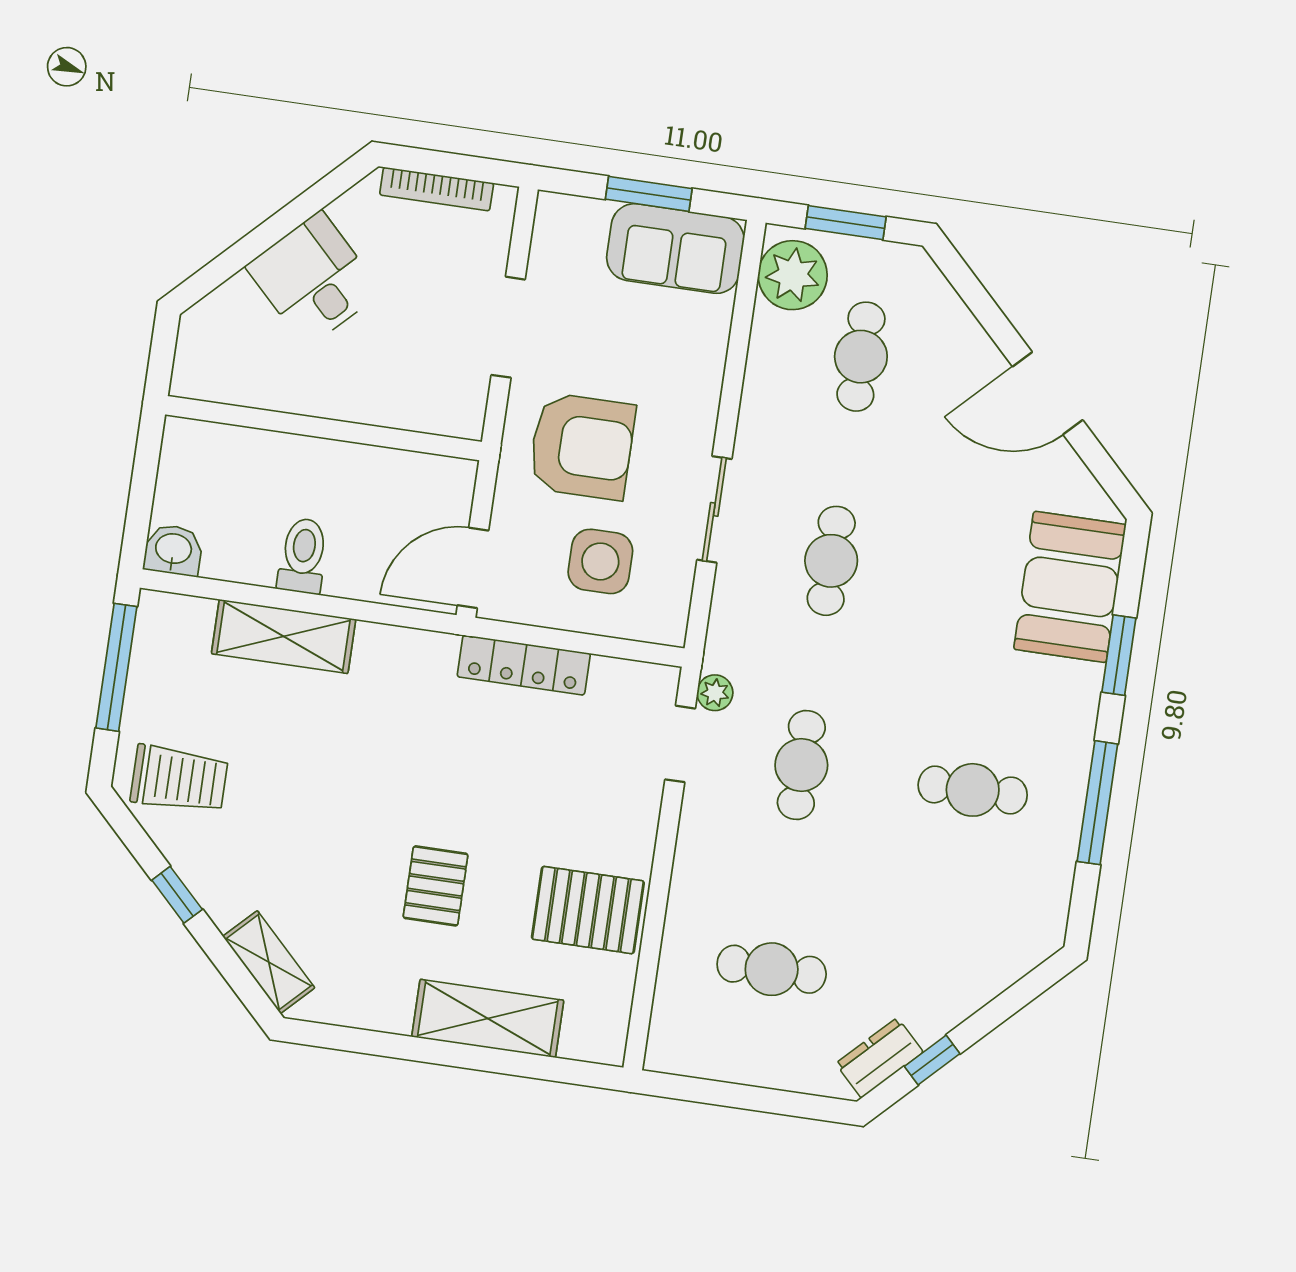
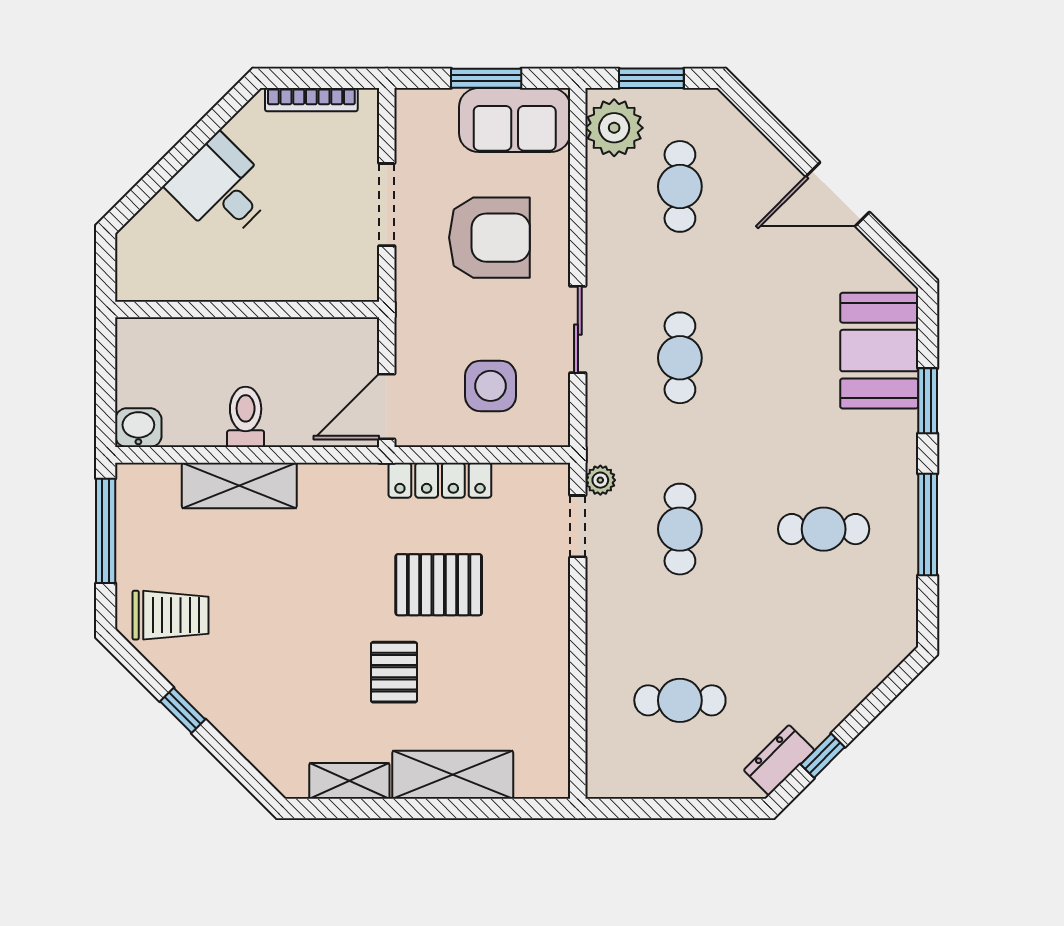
armchair: (582, 446) -> (489, 238), moved
pallet: (588, 910) -> (439, 585), moved
shelving: (269, 962) -> (349, 781), moved, turned -45

